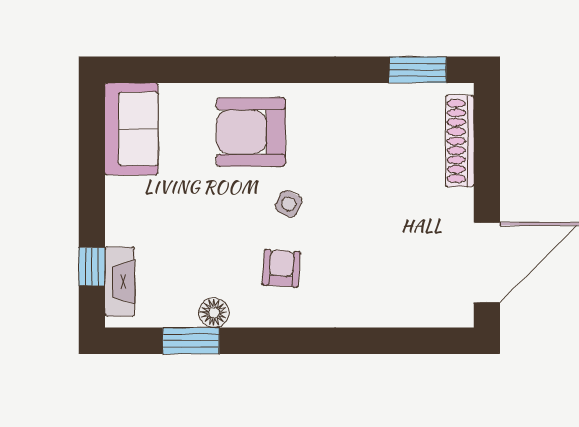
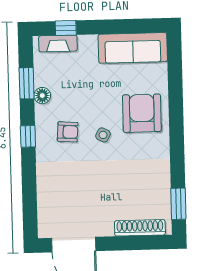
sofa: (131, 129) -> (133, 48), width x1.36
window: (288, 341) -> (28, 136), added

